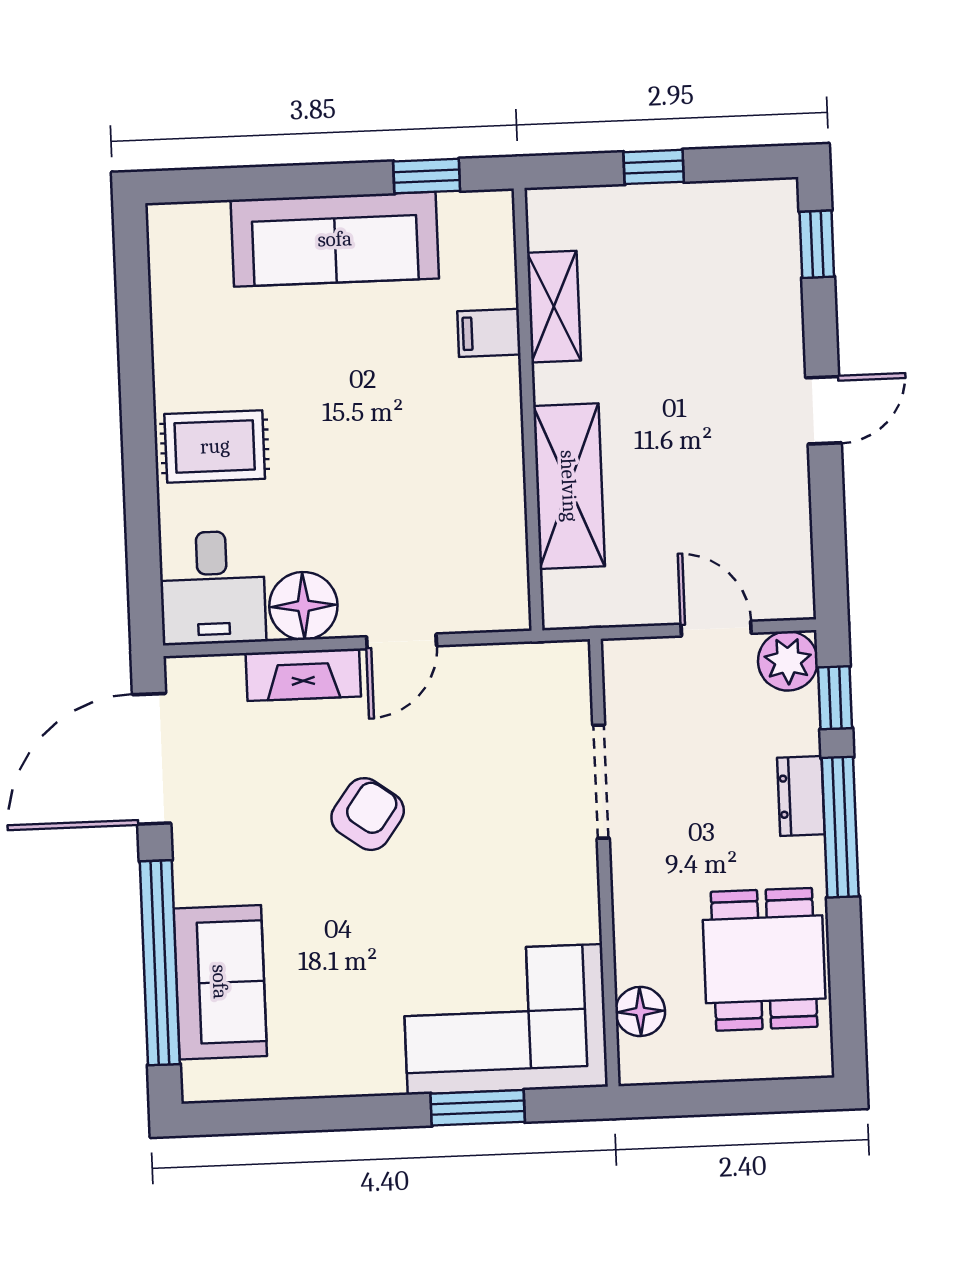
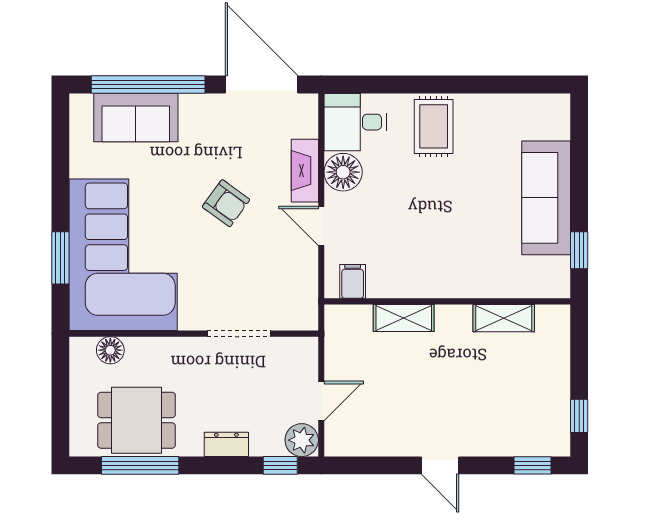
window: (654, 167) -> (579, 416), moved
filing cabinet: (489, 333) -> (353, 281), moved
shelving: (569, 486) -> (404, 318), width x0.67, depth x0.75
window: (840, 827) -> (140, 465), moved
corner sofa: (505, 1019) -> (123, 255), width x1.36, depth x1.36

